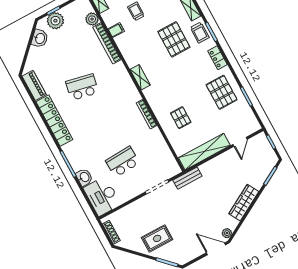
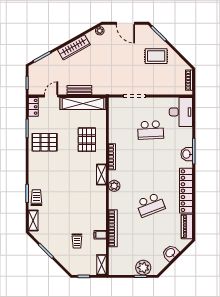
plant: (92, 19) -> (114, 186), moved
washbasin: (40, 38) -> (170, 253), moved
pallet: (174, 39) -> (59, 203), removed
locker: (218, 58) -> (33, 107), moved
shelving: (140, 77) -> (101, 175), moved
school desk: (82, 87) -> (151, 205), turned -33
pallet: (222, 92) -> (45, 142), turned 90
pallet: (181, 118) -> (87, 140), width x1.50, depth x1.42
washbasin: (84, 177) -> (187, 154), moved
bench: (187, 178) -> (79, 90), moved
door: (216, 249) -> (125, 23), moved

